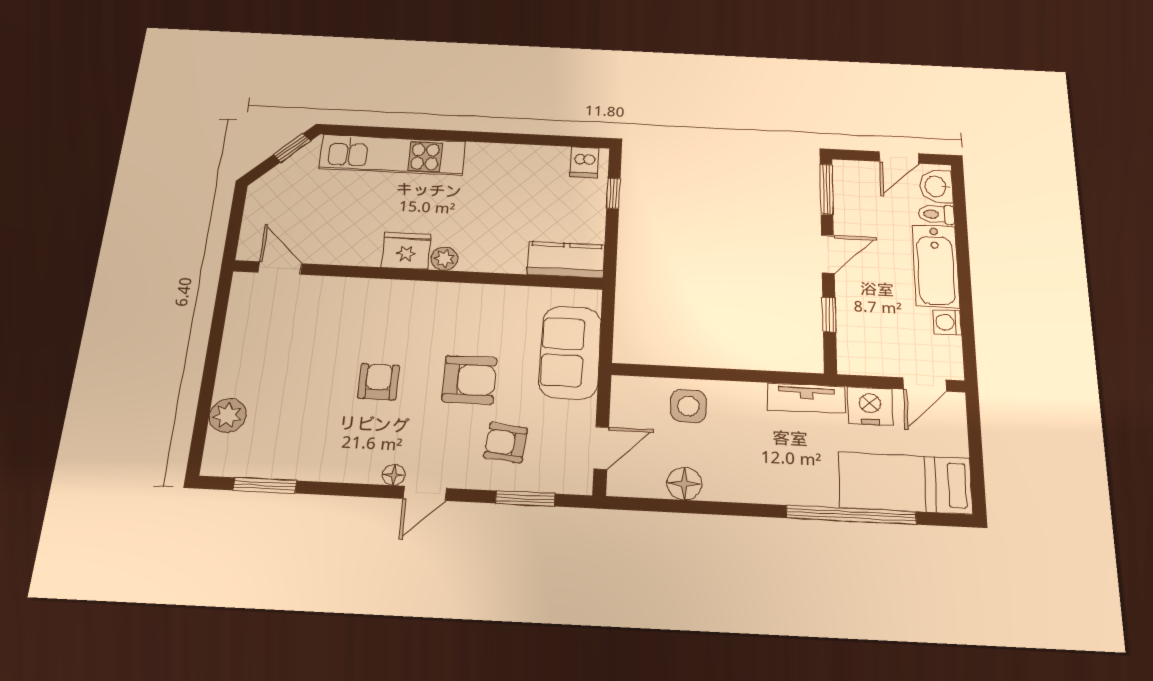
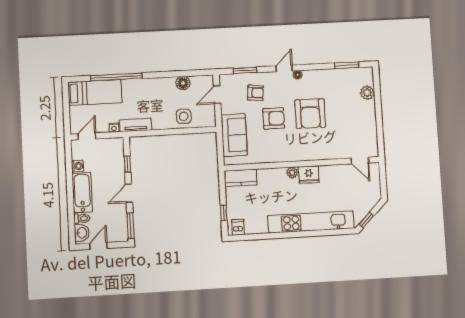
kitchen unit: (392, 155) -> (311, 222), width x1.36
armchair: (469, 380) -> (274, 118), turned 180
armchair: (379, 382) -> (310, 114), width x1.88, depth x1.88
nightstand: (870, 406) -> (114, 128), width x0.53, depth x0.56

